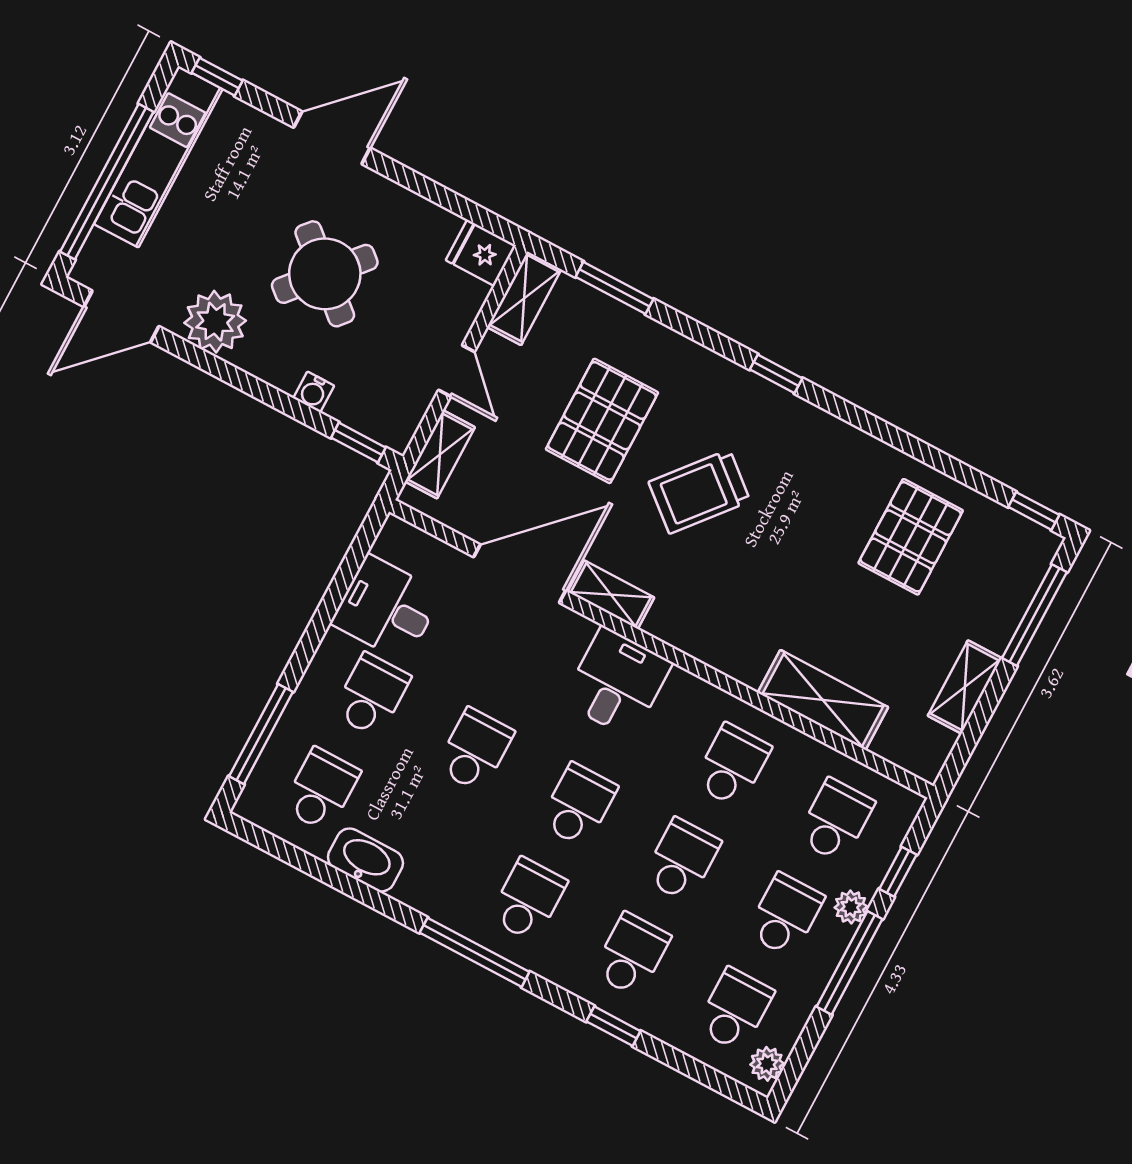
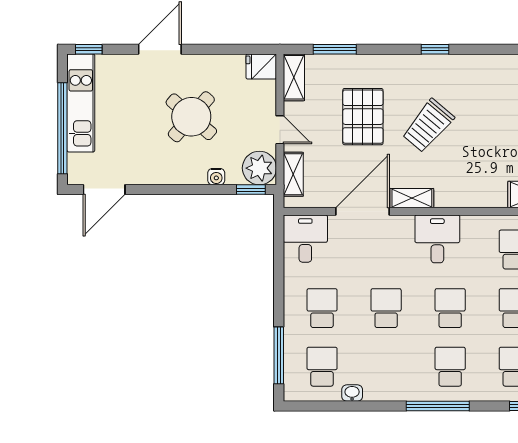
plant: (215, 322) -> (259, 168), moved
desk: (387, 608) -> (305, 239), moved, turned 90
washbasin: (365, 860) -> (352, 393), width x0.52, depth x0.69

